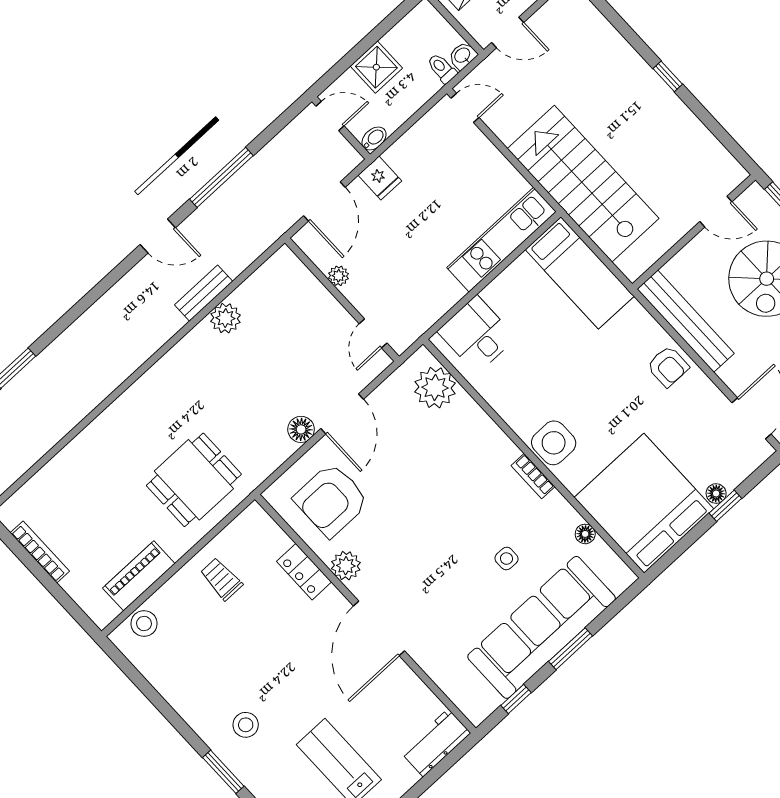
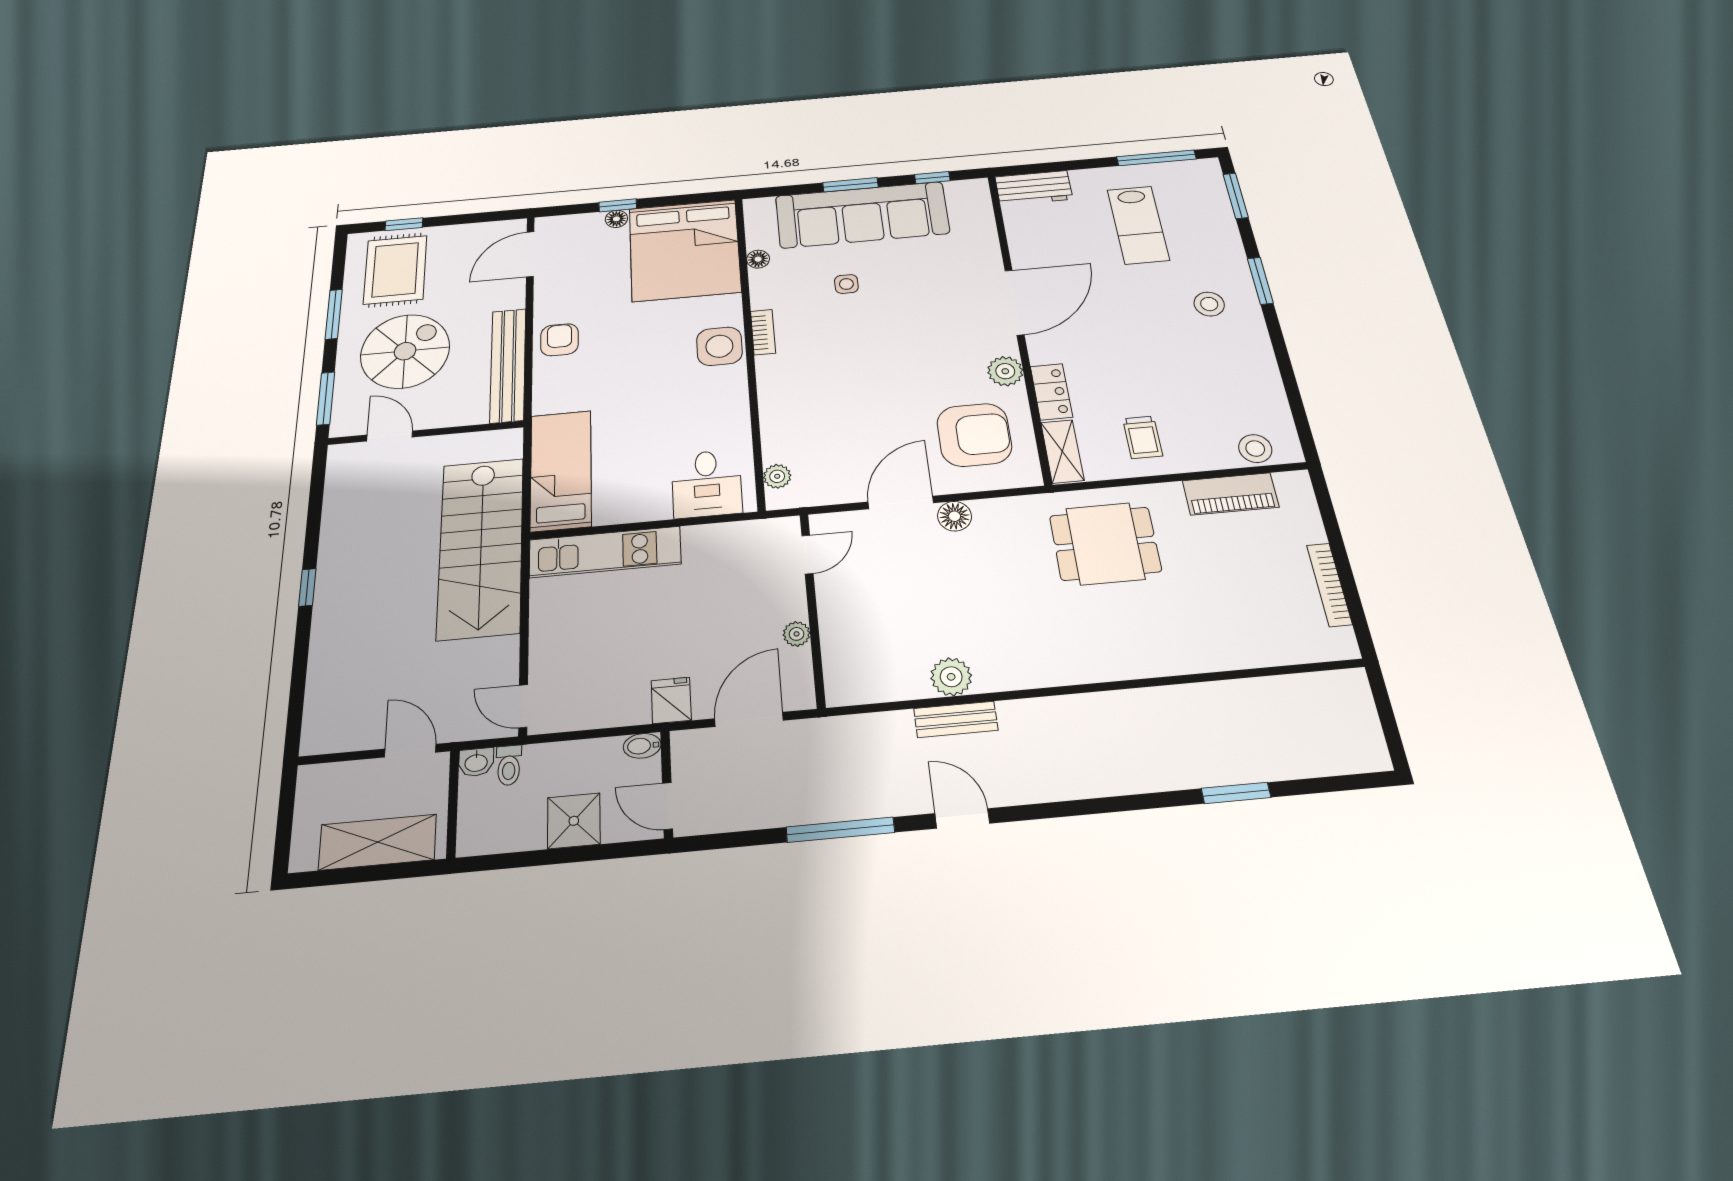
plant: (435, 388) -> (777, 476), width x0.53, depth x0.53
shelving: (266, 529) -> (1062, 451), added

